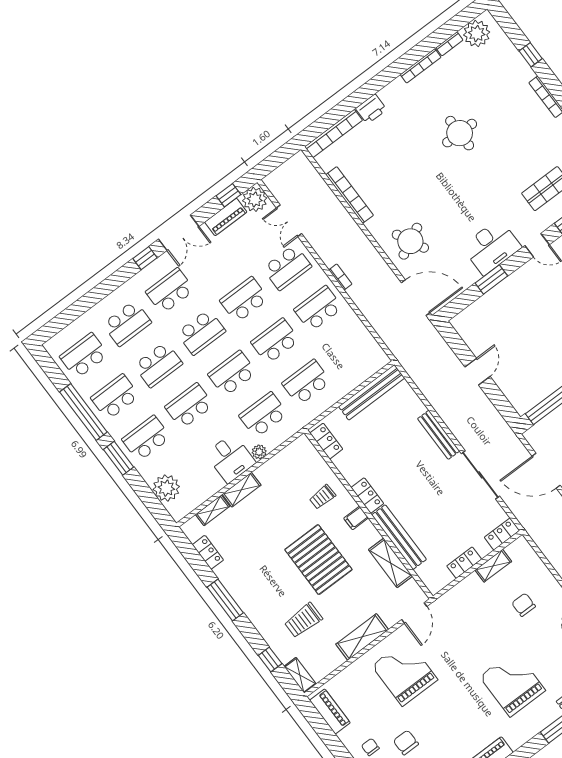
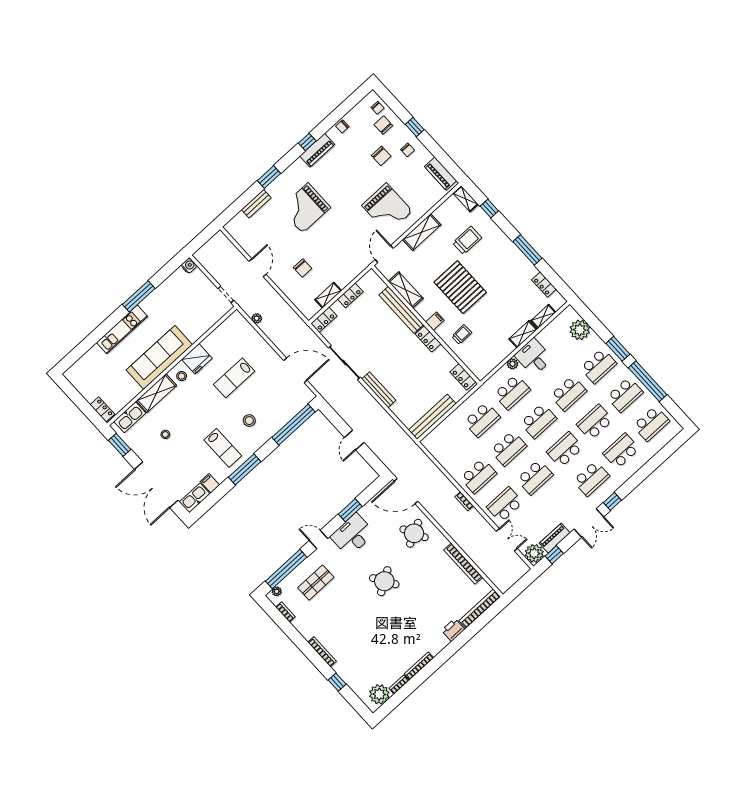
round table: (460, 133) -> (384, 581), moved, turned -32
double door: (179, 233) -> (589, 523), swing flipped
grand piano: (512, 683) -> (305, 208), turned 90

